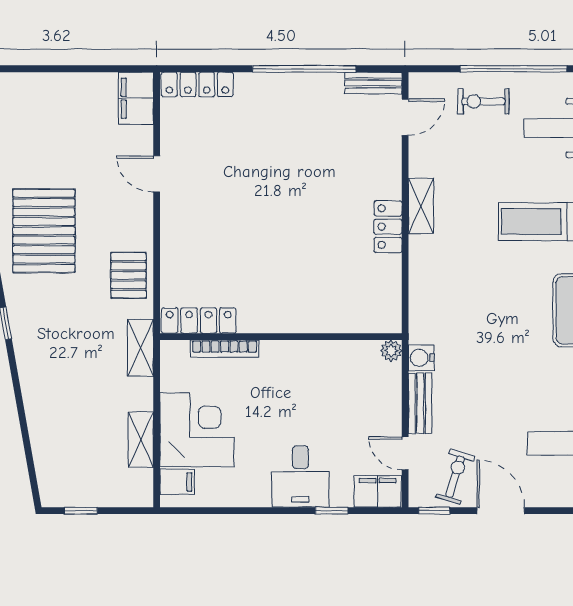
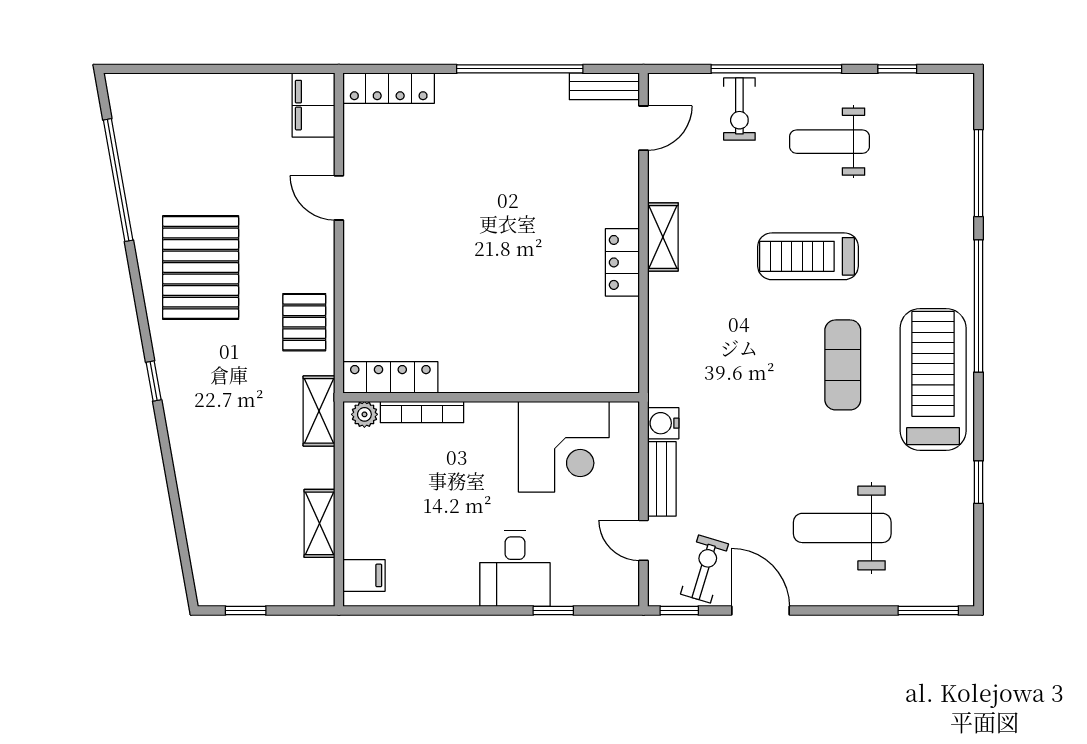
exercise bike: (483, 101) -> (739, 109), turned -90
plant: (391, 351) -> (364, 414), moved
corner desk: (197, 430) -> (564, 447), moved, turned 90
filing cabinet: (377, 492) -> (610, 587), removed

